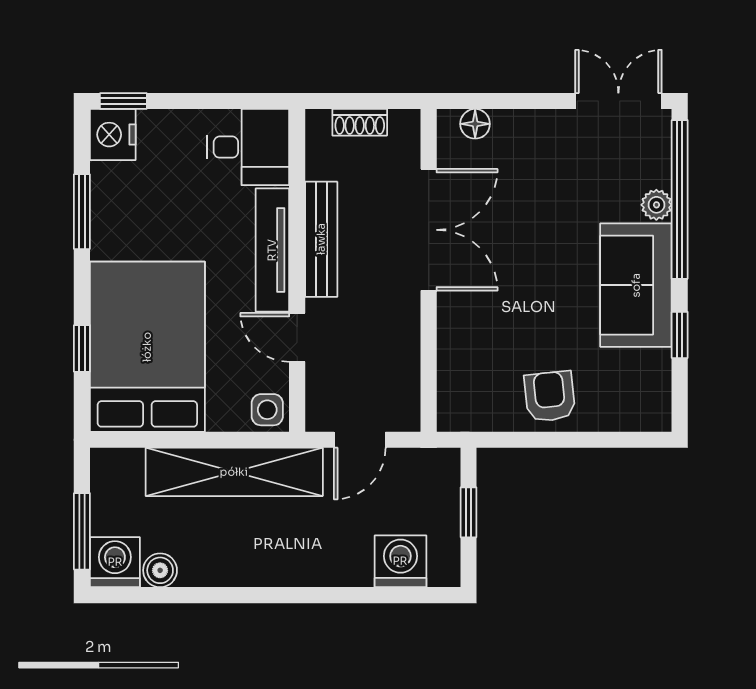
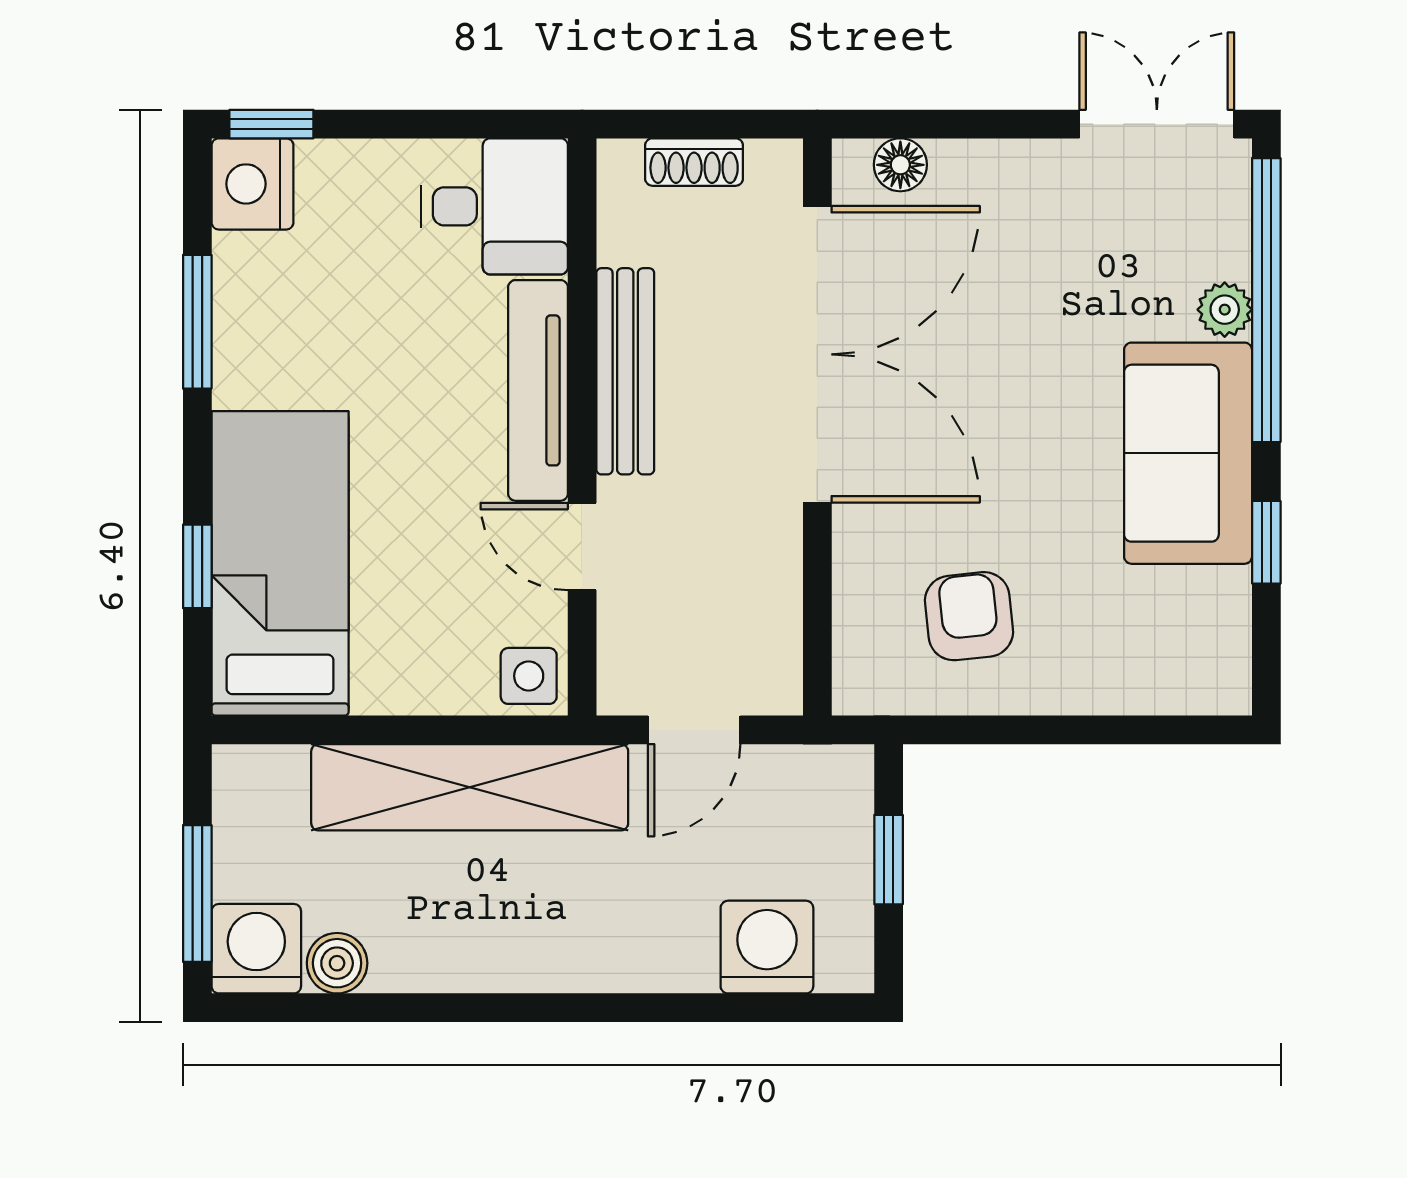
double door: (429, 230) -> (817, 354), width x1.36
bed: (147, 347) -> (280, 563), width x0.67
armchair: (550, 396) -> (969, 616), moved

